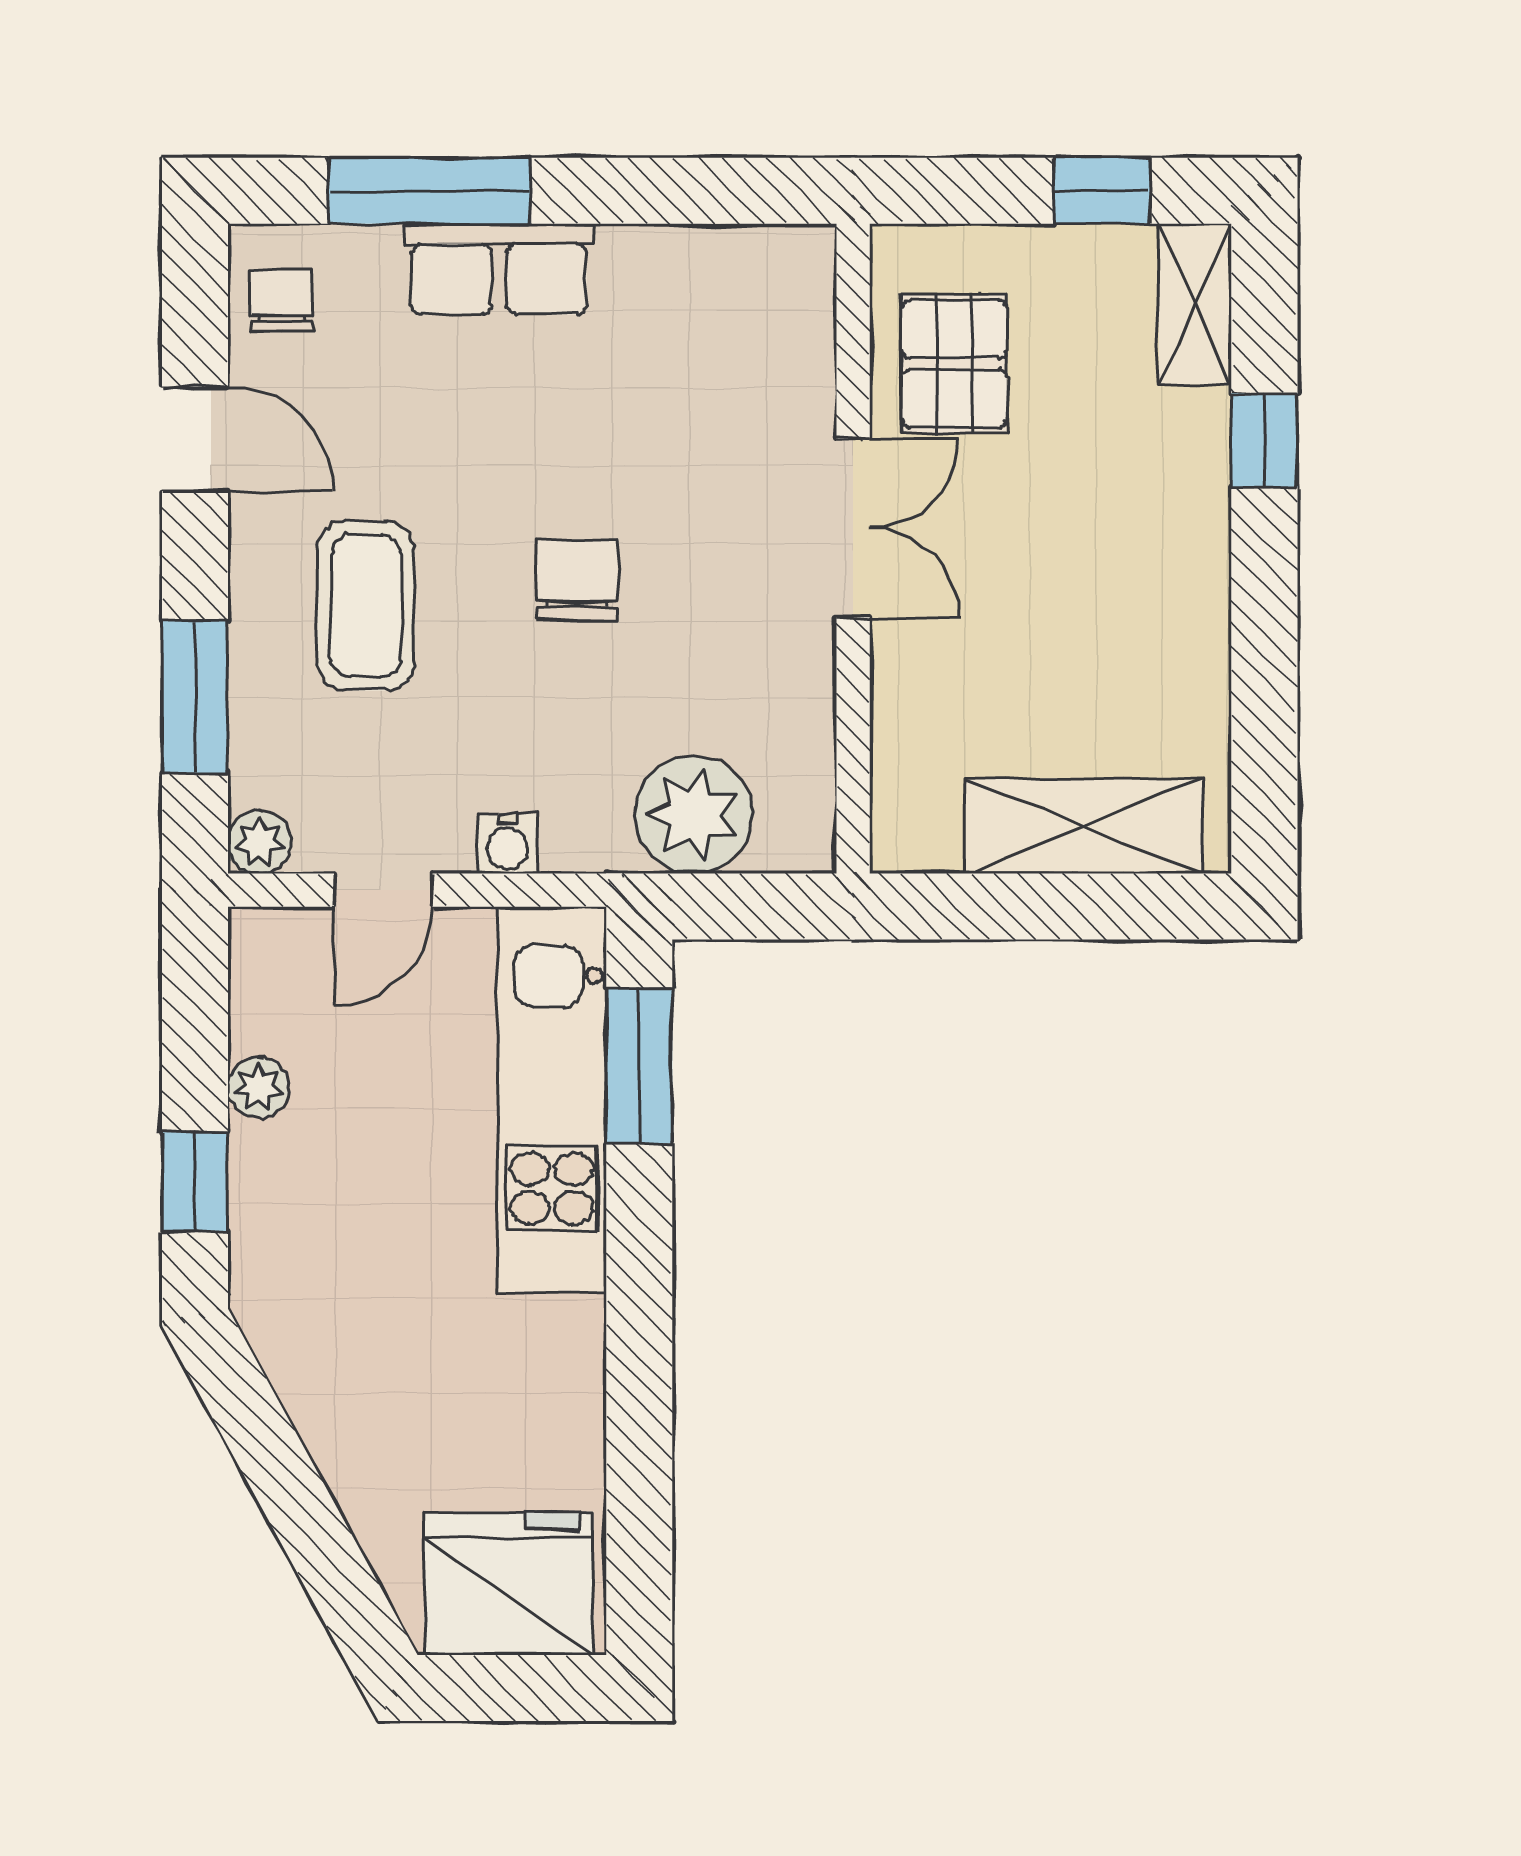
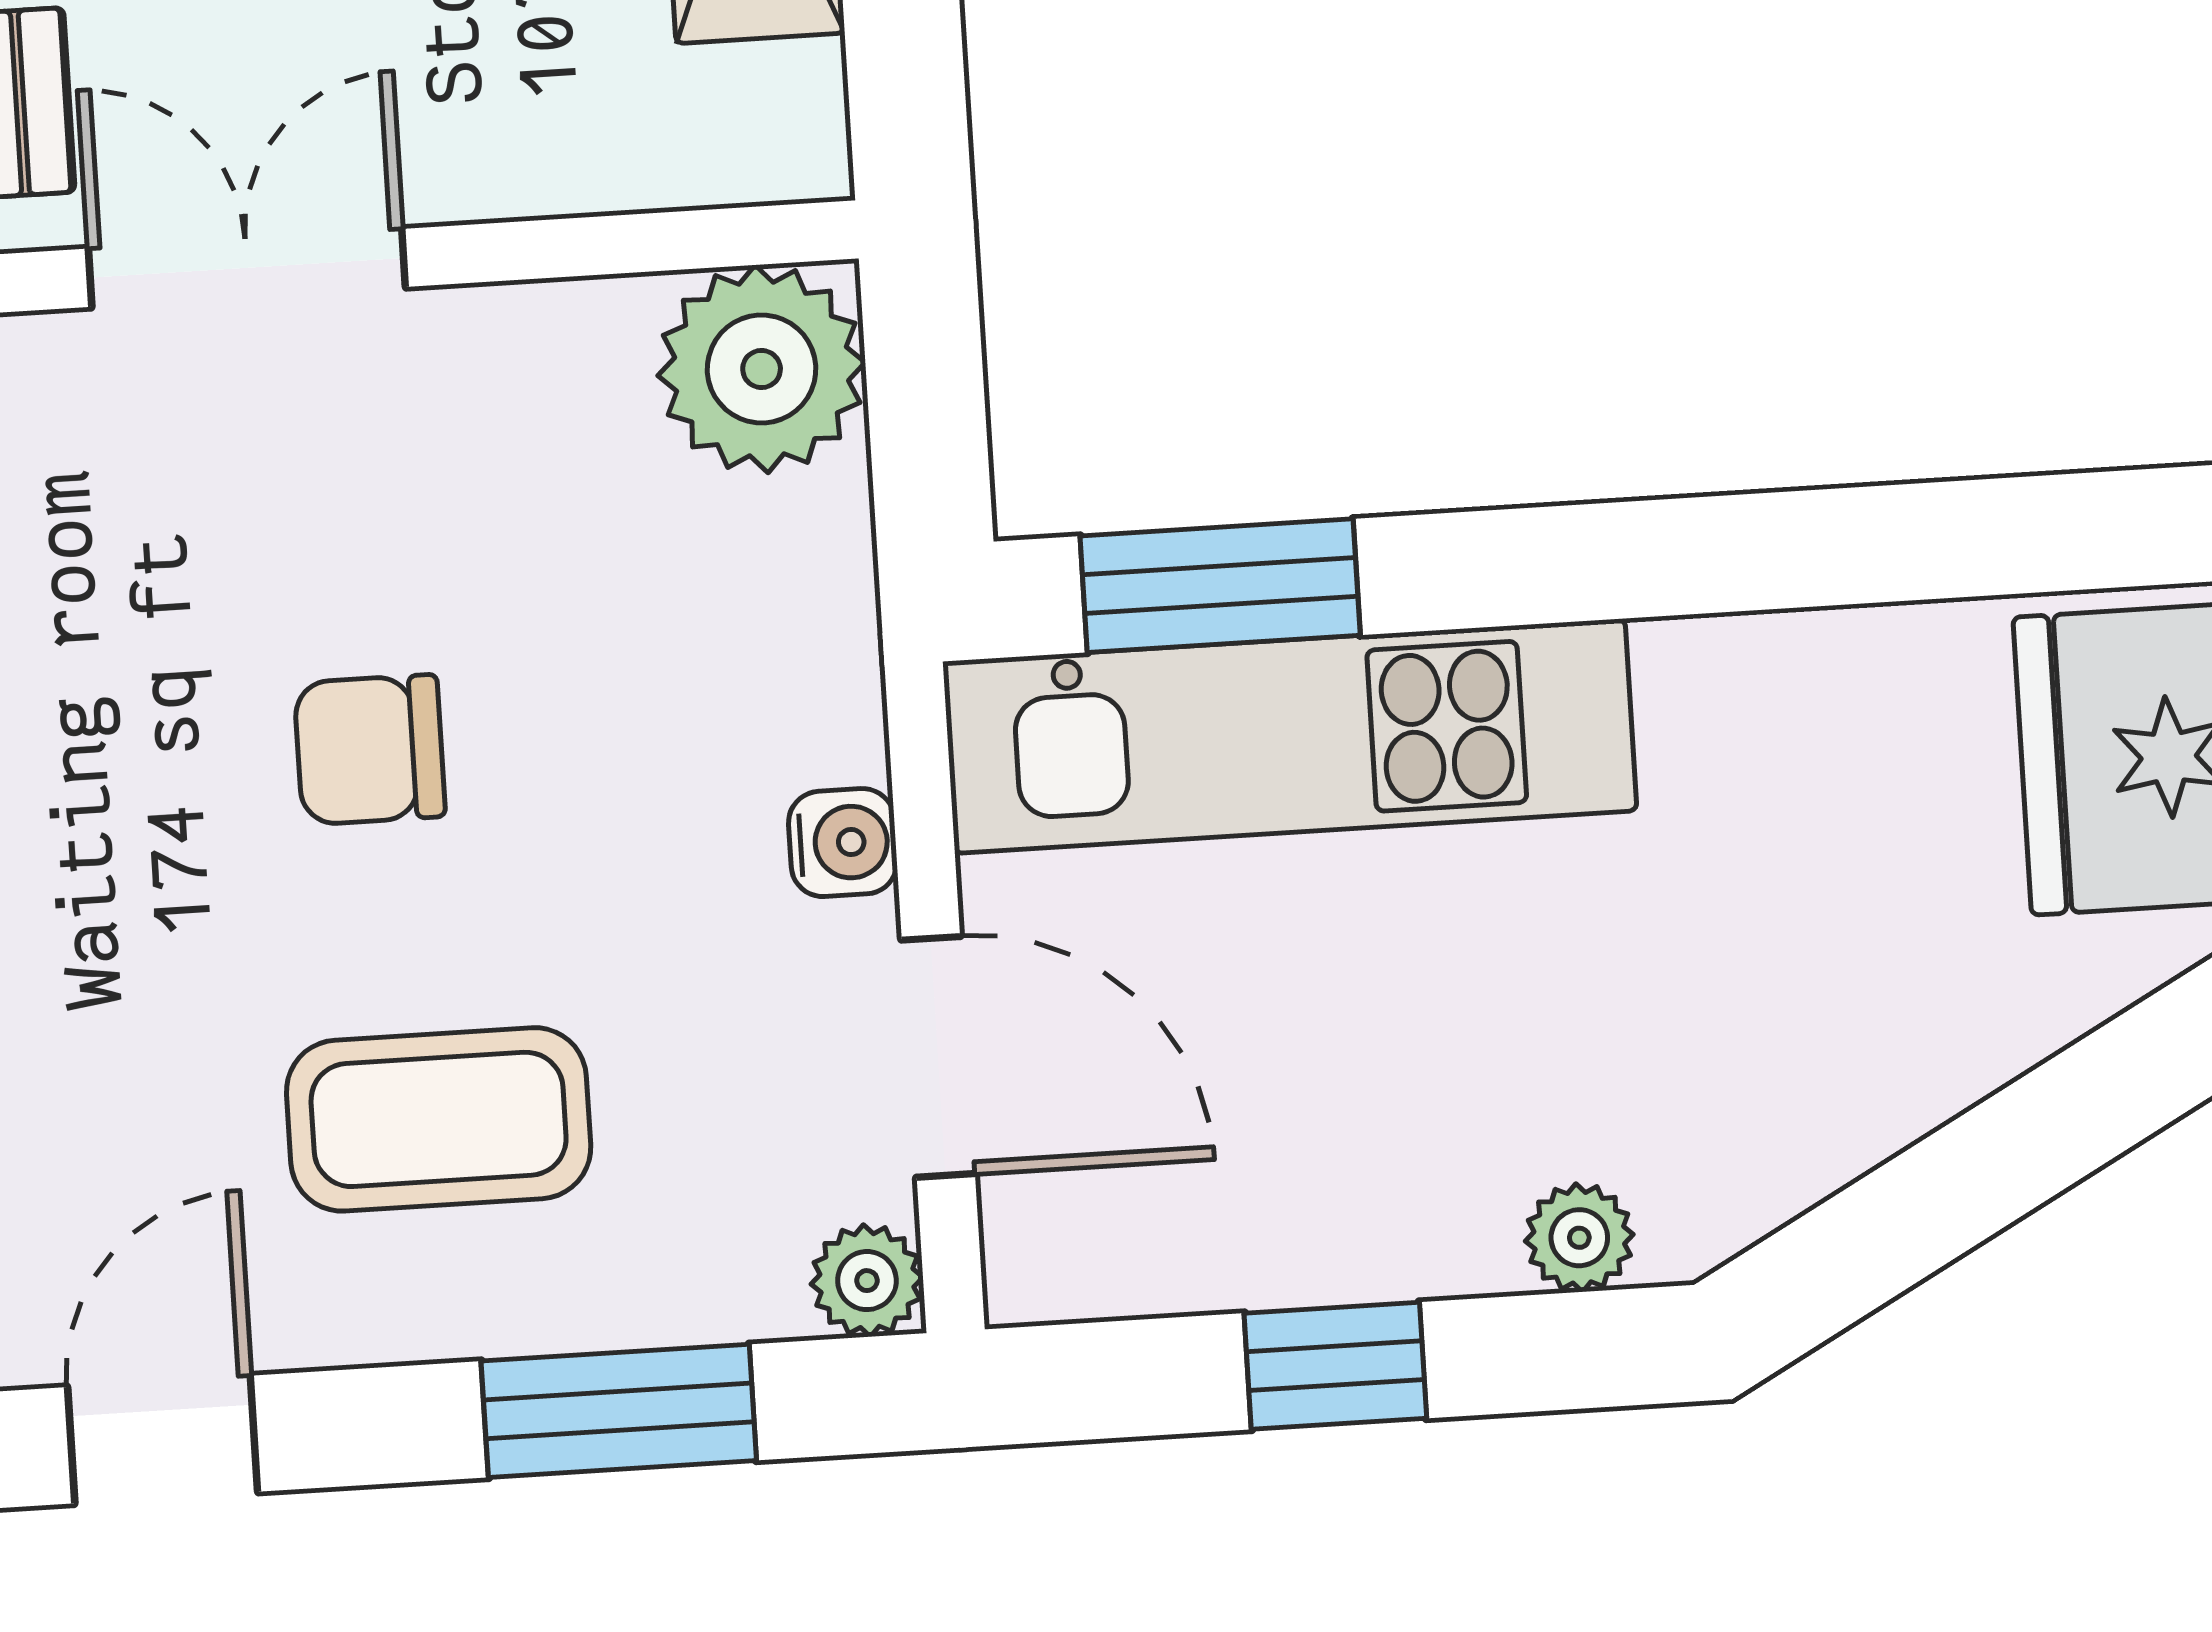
plant: (694, 815) -> (762, 369), moved
door: (383, 890) -> (938, 1057), width x1.38
plant: (258, 1087) -> (1579, 1238), moved
window: (195, 1182) -> (1335, 1366), moved

